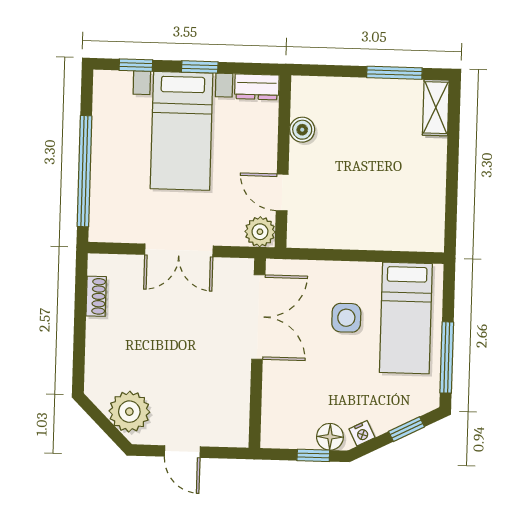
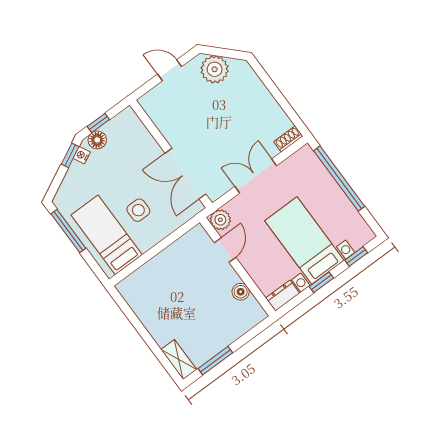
door: (282, 192) -> (225, 250), hinge flipped
shoe rack: (96, 296) -> (288, 139), moved, turned 90
window: (406, 429) -> (70, 155), moved

